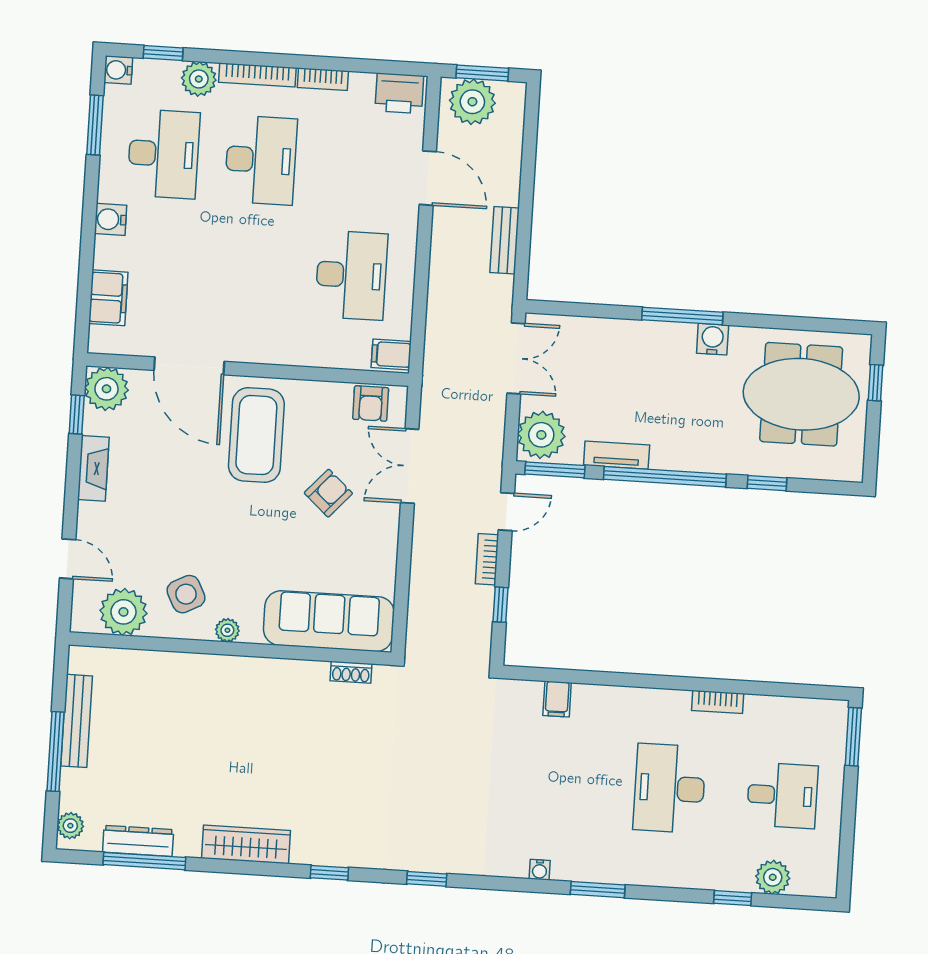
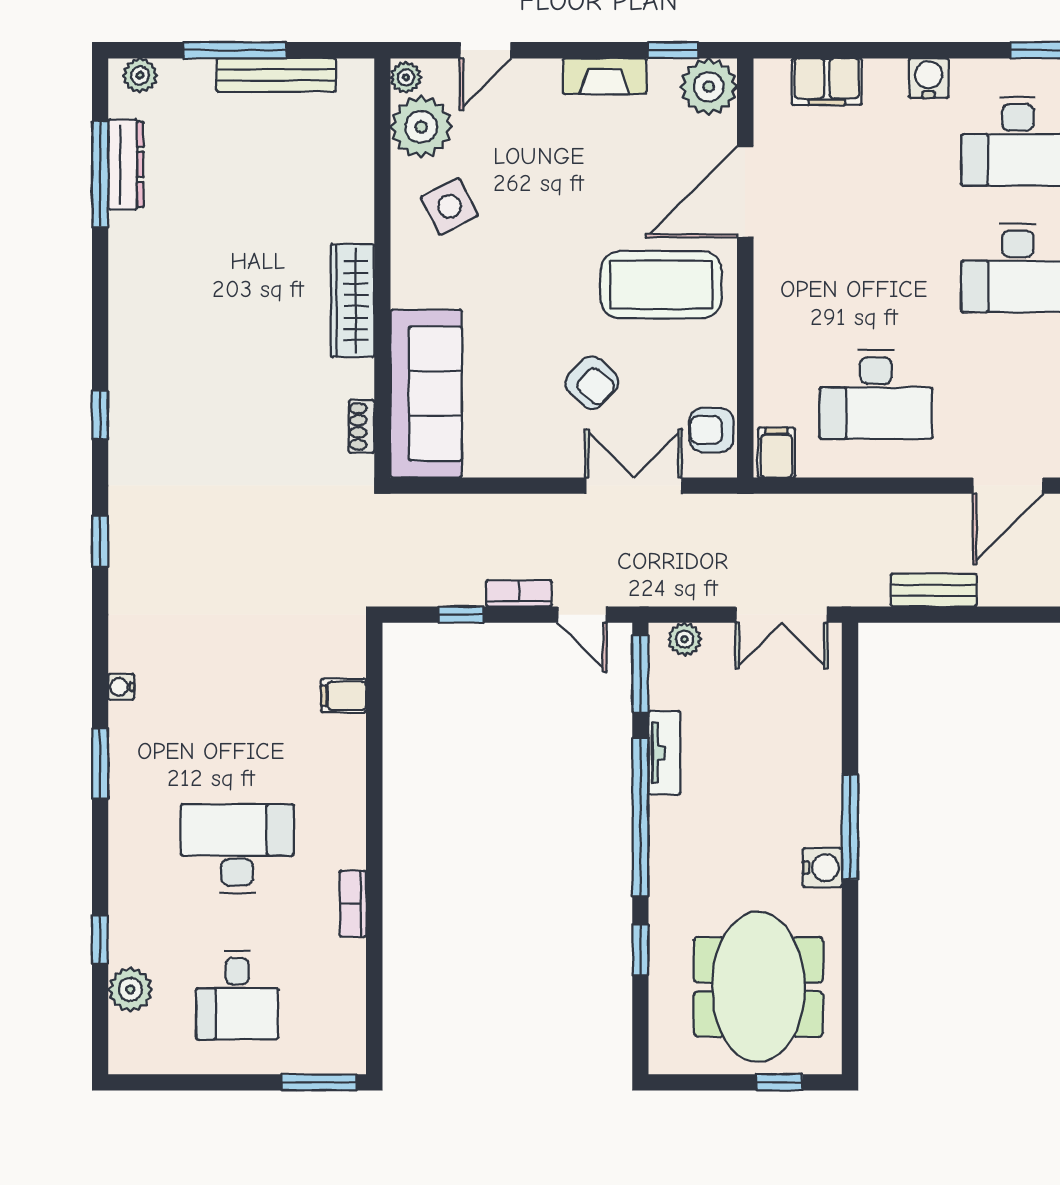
plant: (541, 435) -> (685, 639), width x0.53, depth x0.53
plant: (227, 630) -> (406, 77), moved
wardrobe: (246, 844) -> (352, 301), moved, turned 180

